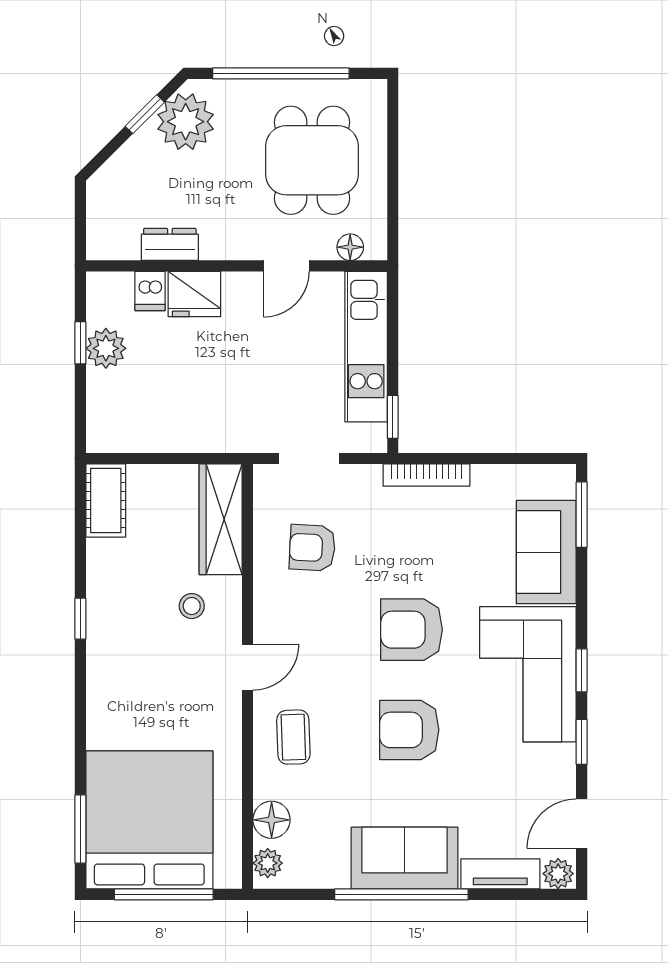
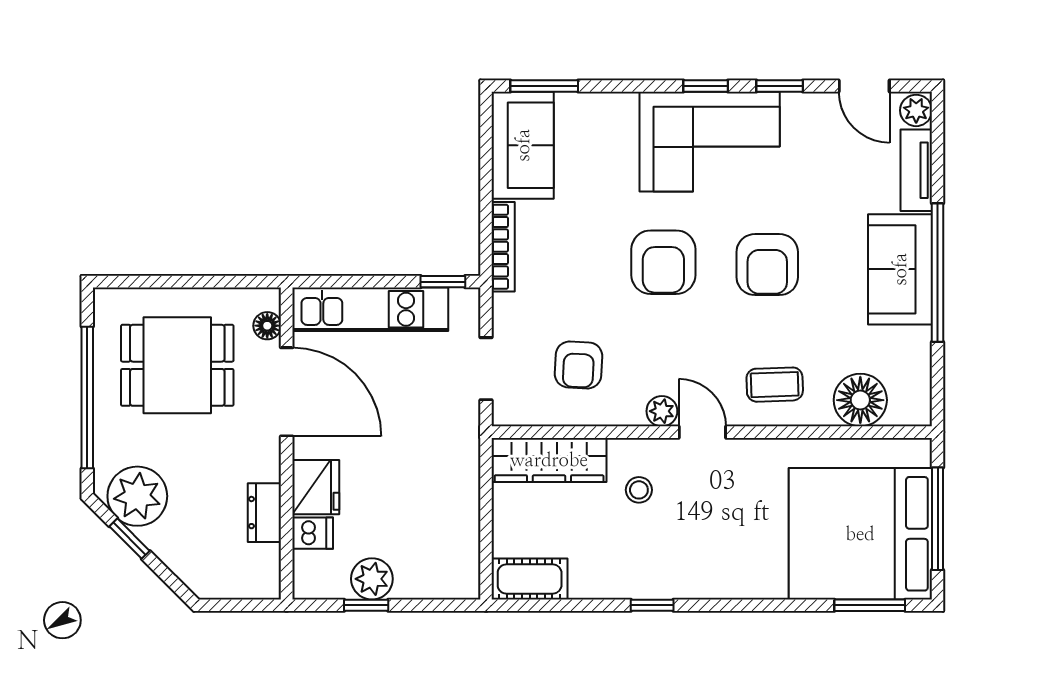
door: (286, 266) -> (287, 392), width x1.87
sofa: (546, 552) -> (523, 145), moved, turned -90
floor lamp: (272, 820) -> (860, 400), width x1.38, depth x1.38
plant: (268, 863) -> (662, 411), moved

